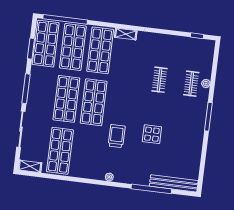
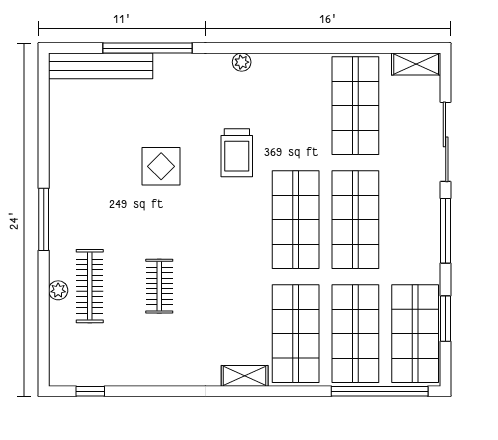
clothes rail: (191, 84) -> (90, 286), width x1.36

